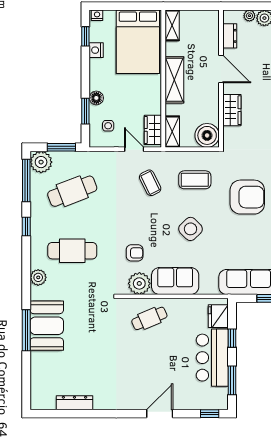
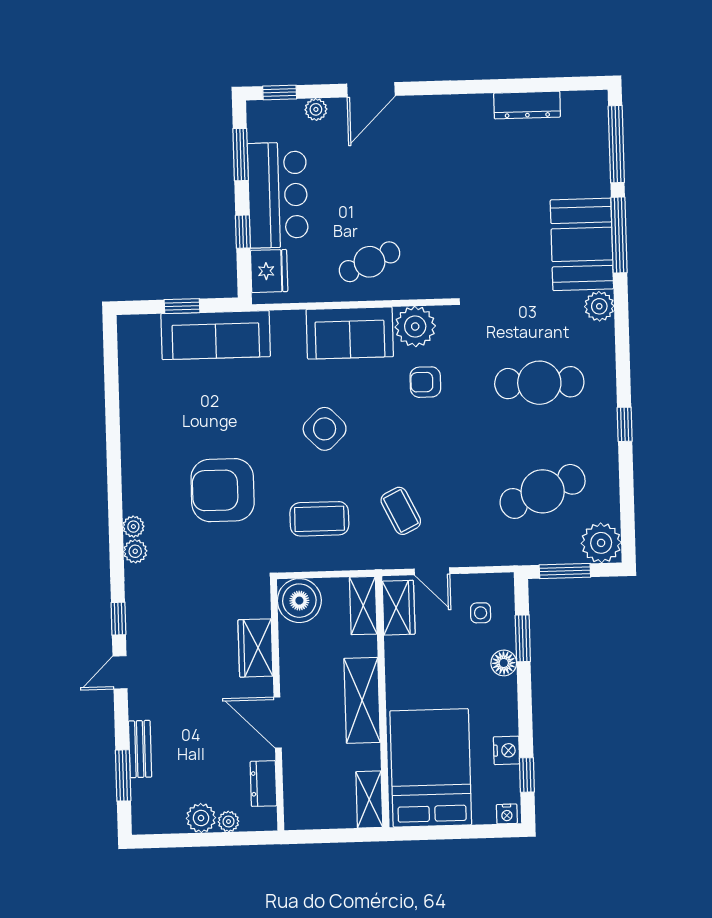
window: (26, 180) -> (616, 144), moved
plant: (38, 277) -> (599, 306), moved
cafe table: (149, 318) -> (369, 262), moved
plant: (190, 404) -> (316, 109), added

